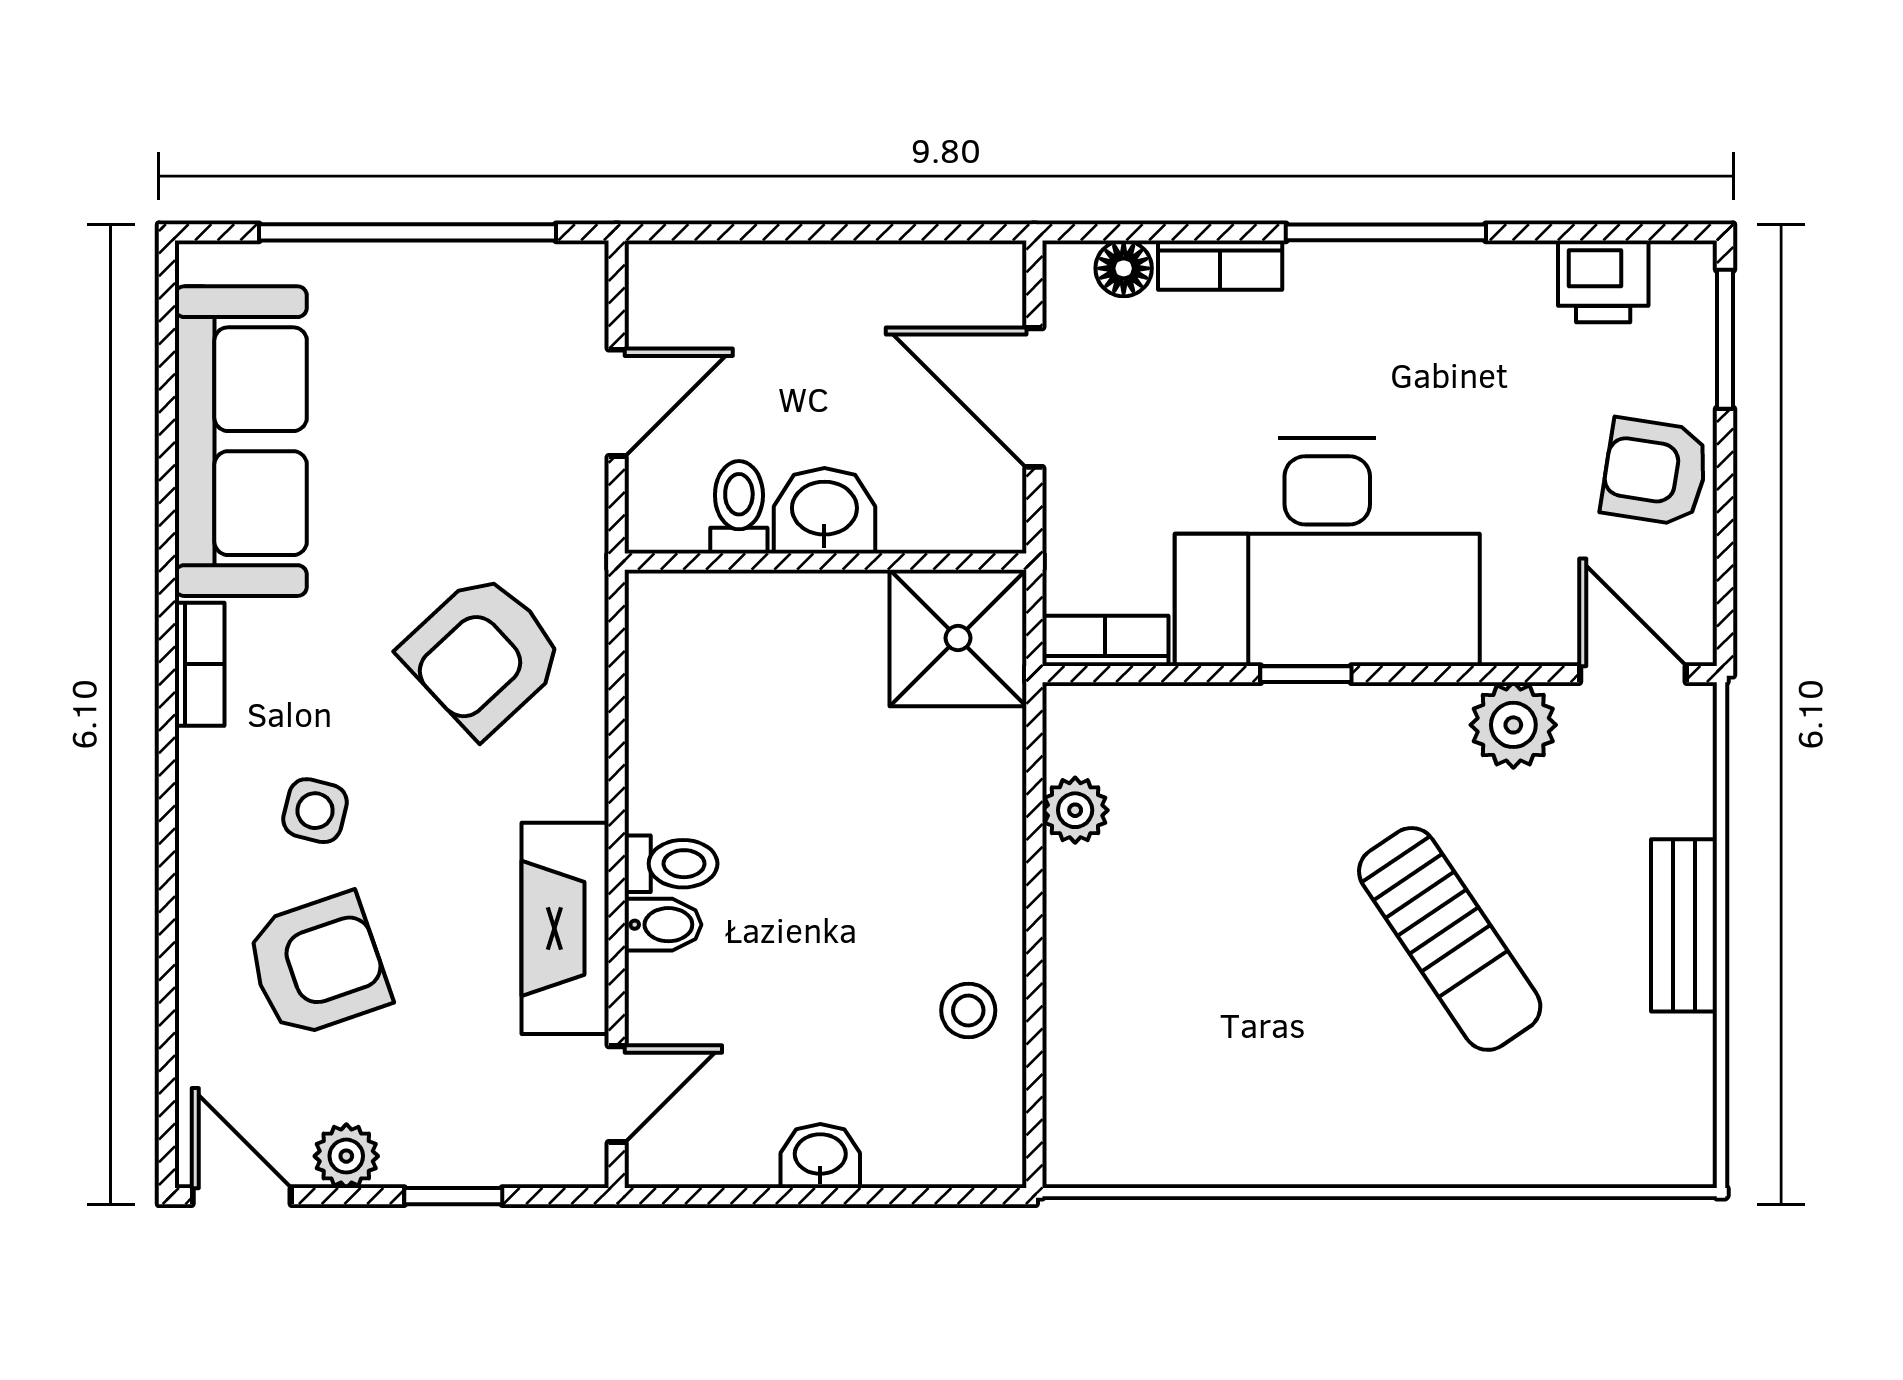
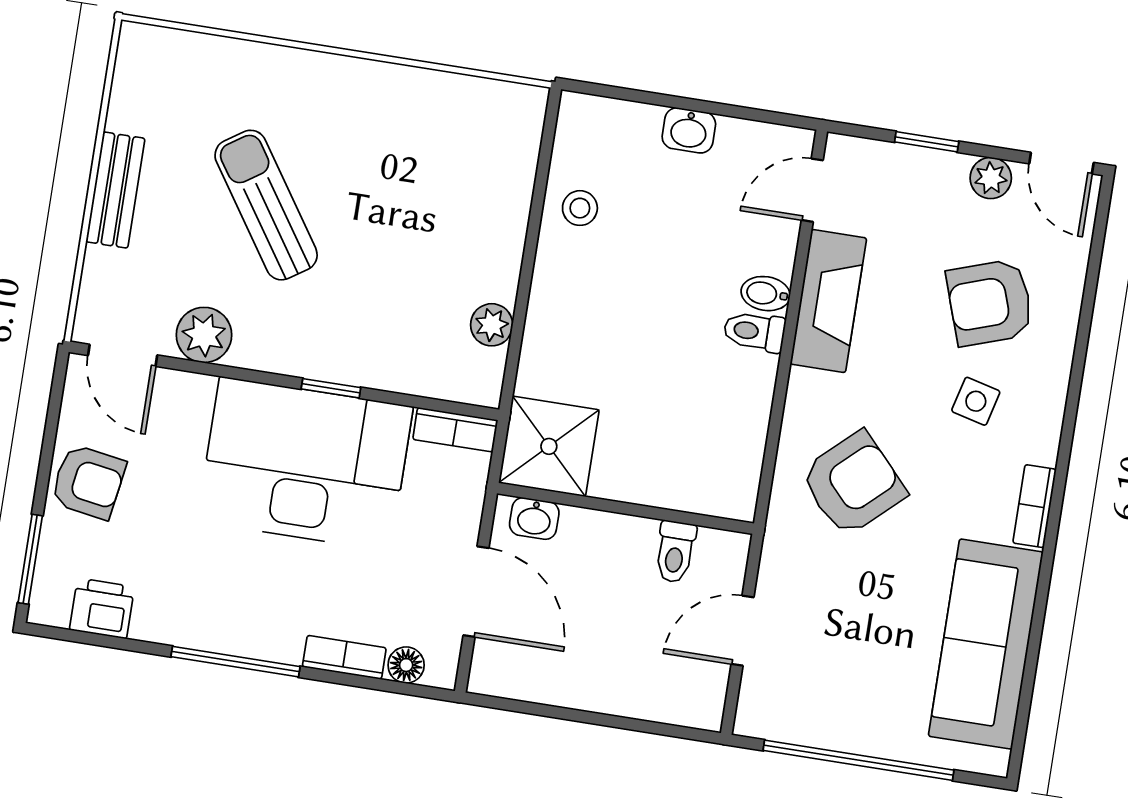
washbasin: (824, 511) -> (534, 518), moved, width x0.72, depth x0.69

